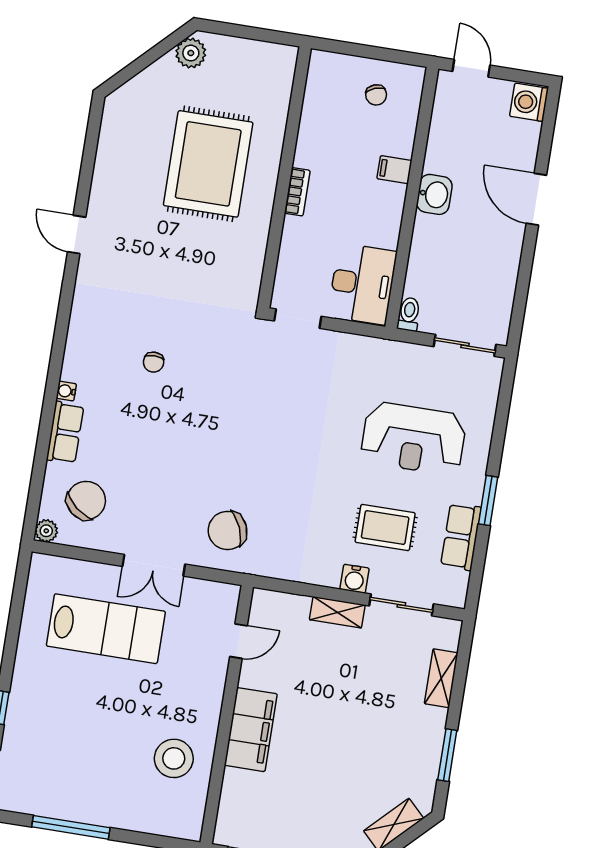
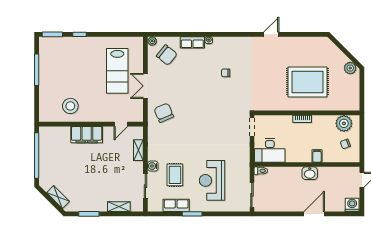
plant: (325, 90) -> (344, 123), added
shelving: (337, 612) -> (138, 150), moved
door: (238, 641) -> (121, 124), hinge flipped

